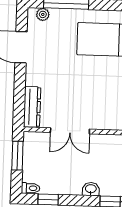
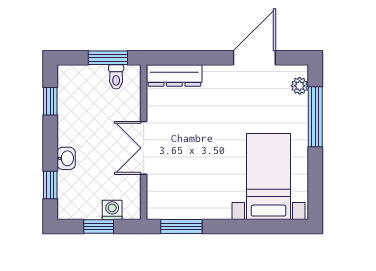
double door: (70, 131) -> (144, 148), moved
toilet: (30, 188) -> (116, 77), moved

